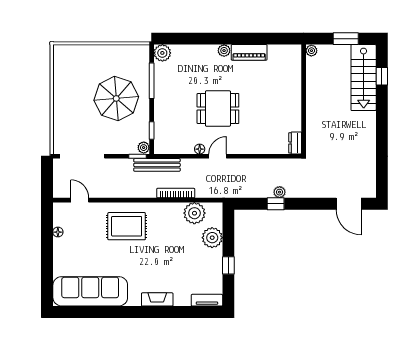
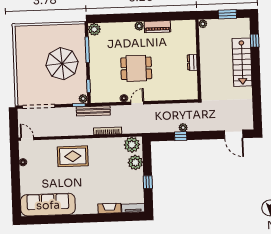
stairs: (364, 78) -> (242, 62), moved
dresser: (295, 143) -> (192, 62), moved
door: (80, 200) -> (27, 139), moved
plant: (194, 213) -> (132, 145), moved
fireplace: (157, 299) -> (109, 208), moved

